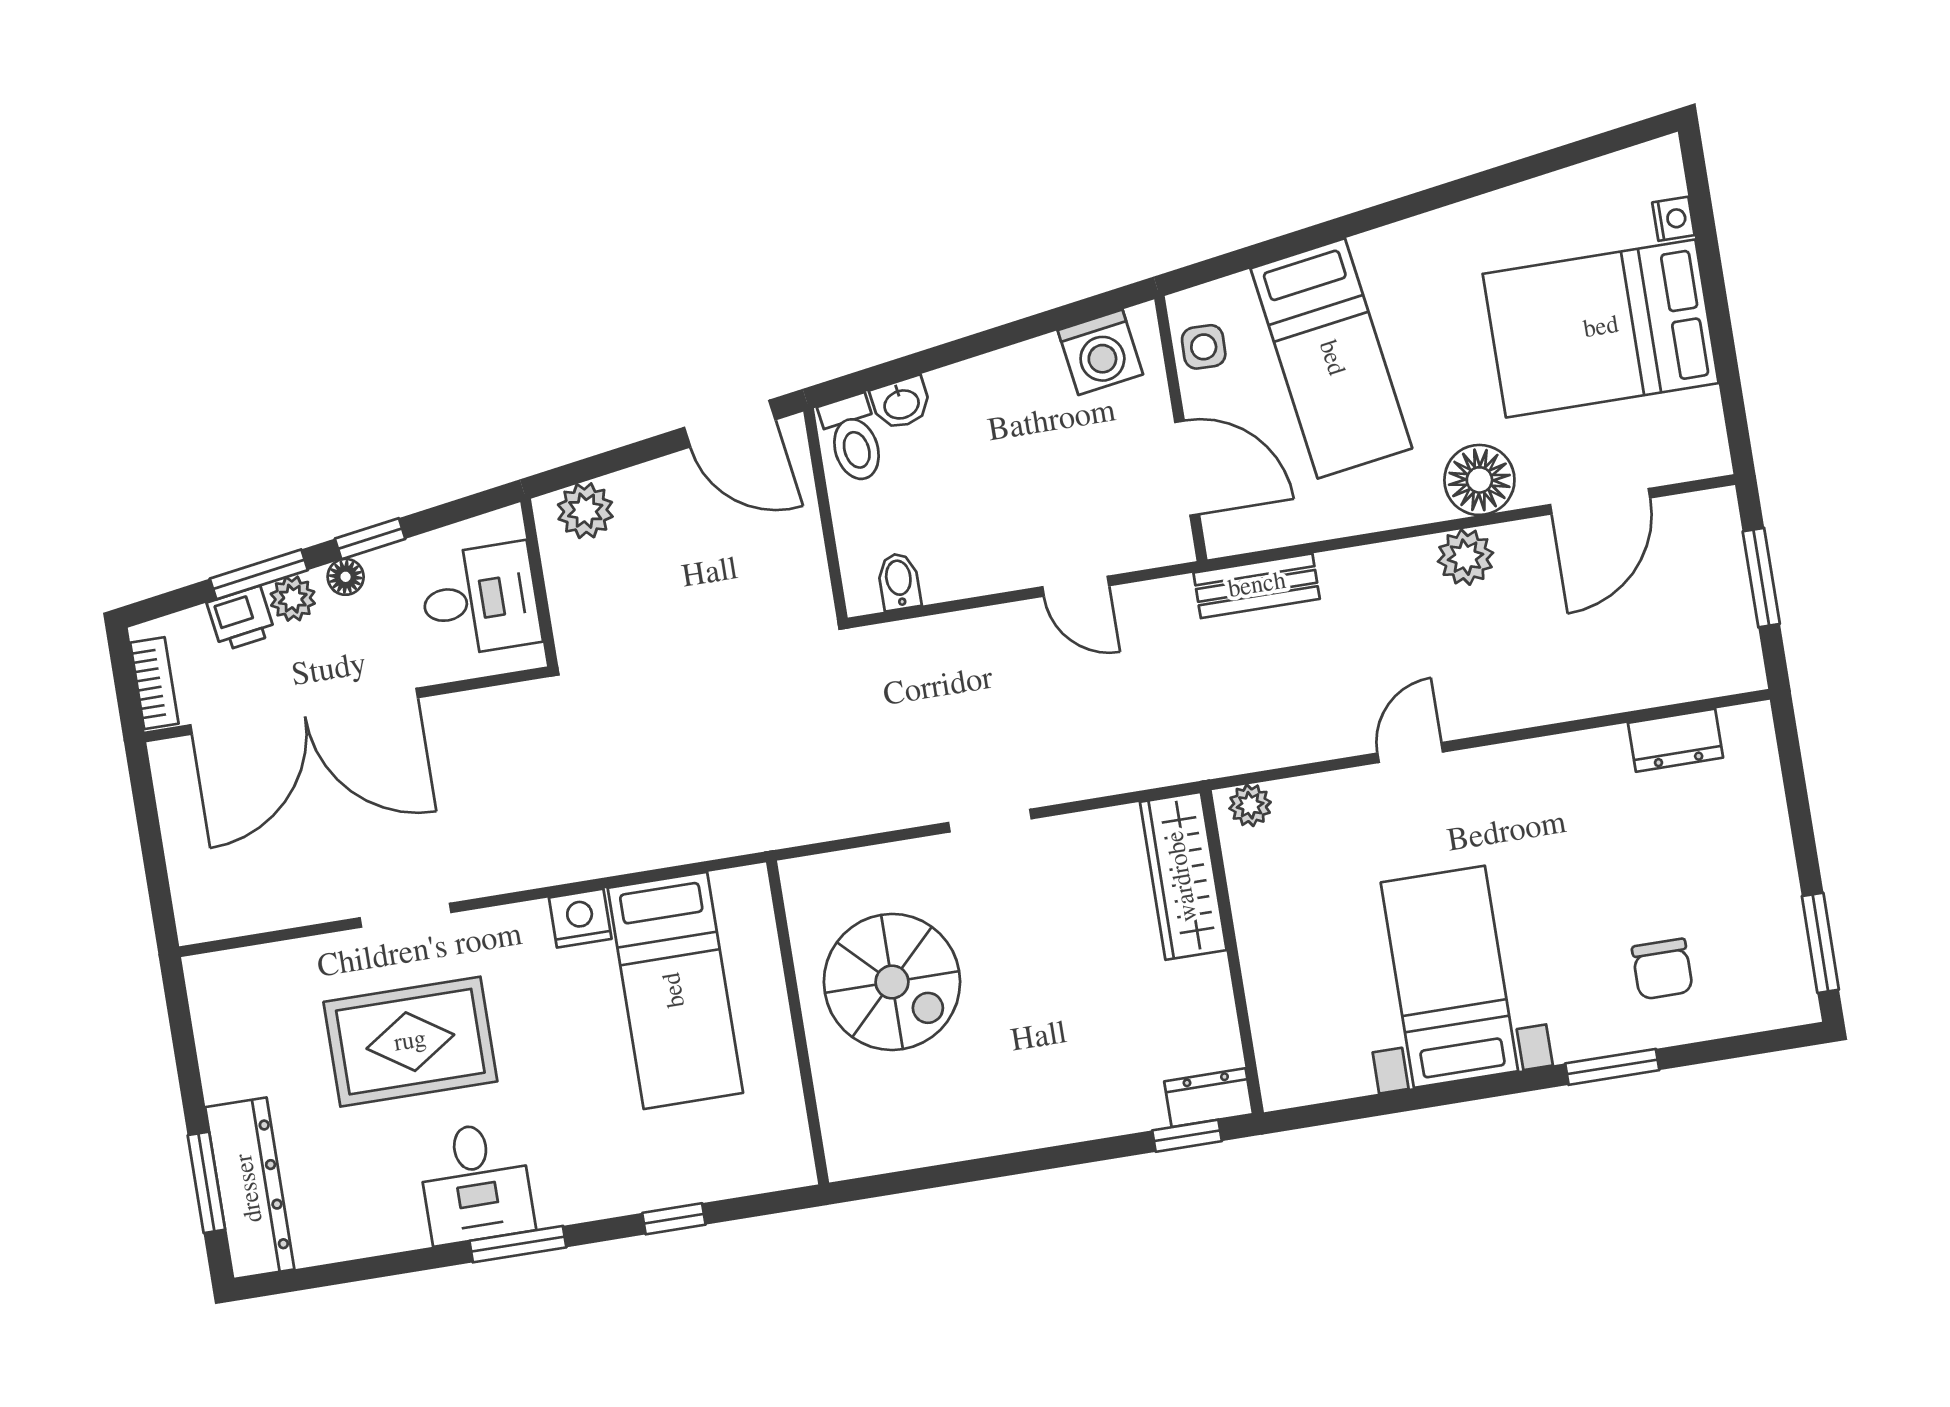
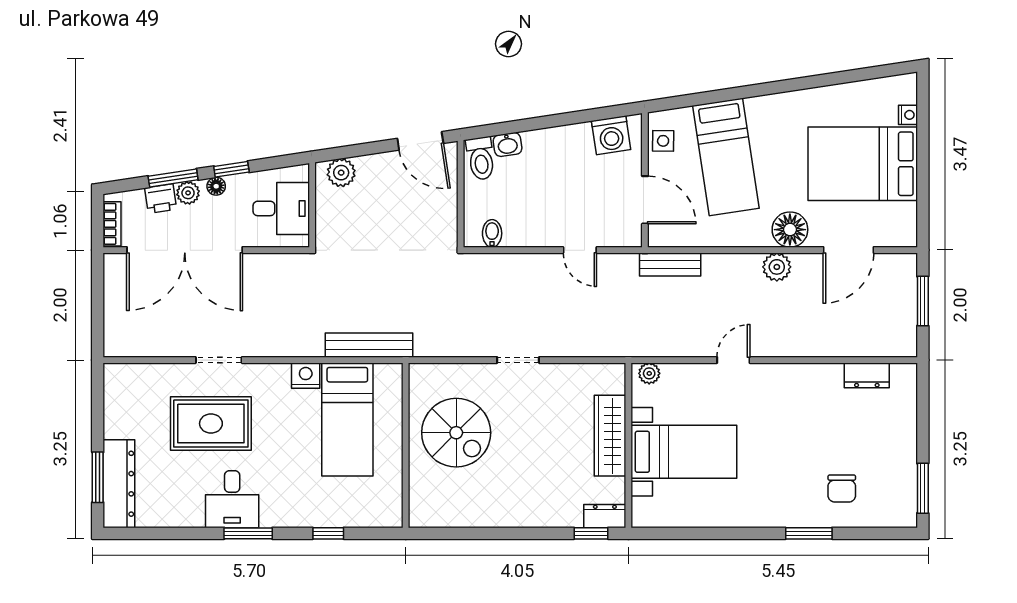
bench: (694, 838) -> (369, 345), added
wardrobe: (1183, 876) -> (610, 436), moved
bed with nightstands: (1449, 977) -> (684, 452), moved, turned 90

